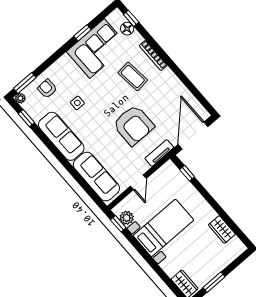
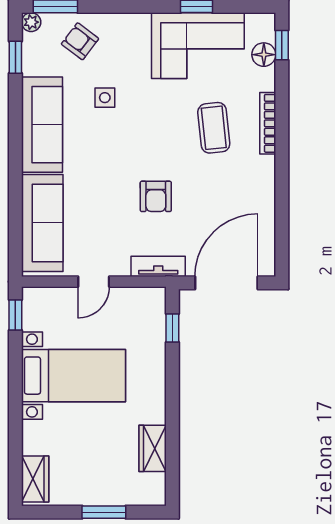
armchair: (47, 89) -> (80, 41), turned -51
armchair: (133, 125) -> (156, 196), width x0.53, depth x0.53
plant: (127, 218) -> (35, 317), removed
window: (214, 282) -> (104, 512), moved

